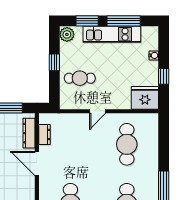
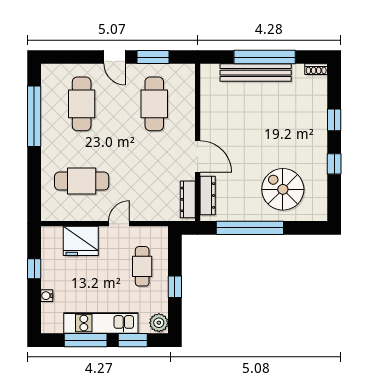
cafe table: (80, 78) -> (142, 266), turned 90
fridge: (145, 98) -> (81, 241), moved
dresser: (44, 135) -> (188, 199), width x1.44
cafe table: (127, 144) -> (82, 181), turned 90

